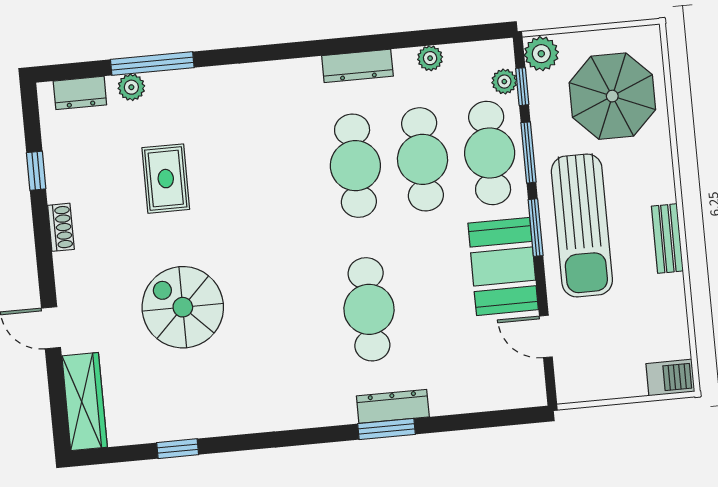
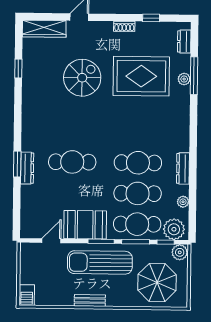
plant: (504, 82) -> (174, 229), width x1.87, depth x1.87
plant: (131, 87) -> (184, 79), moved
rug: (166, 179) -> (141, 76), width x1.86, depth x2.06

